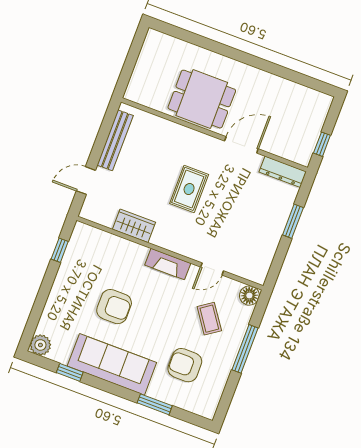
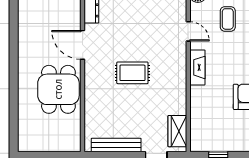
wardrobe: (134, 226) -> (177, 131), moved
coffee table: (209, 319) -> (228, 19), turned -55

